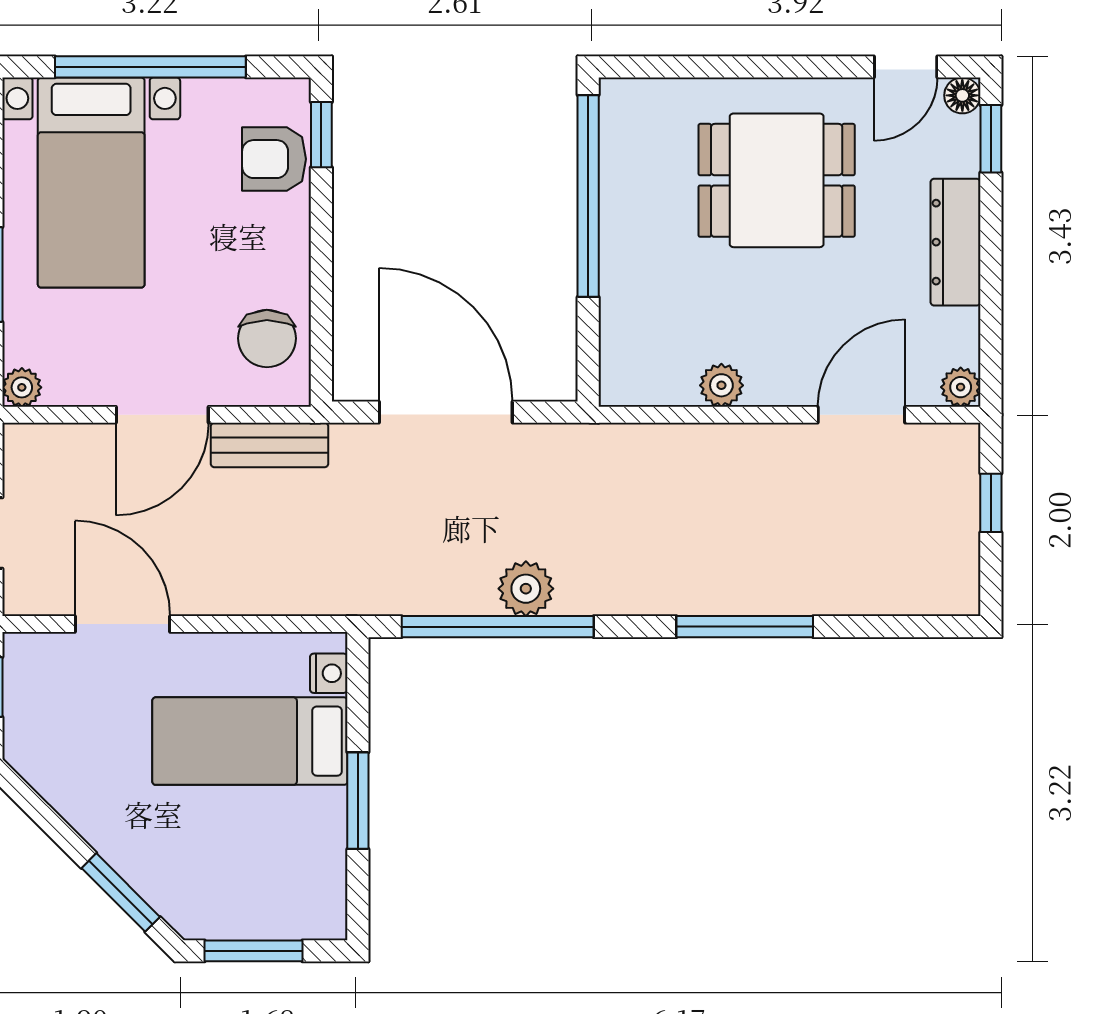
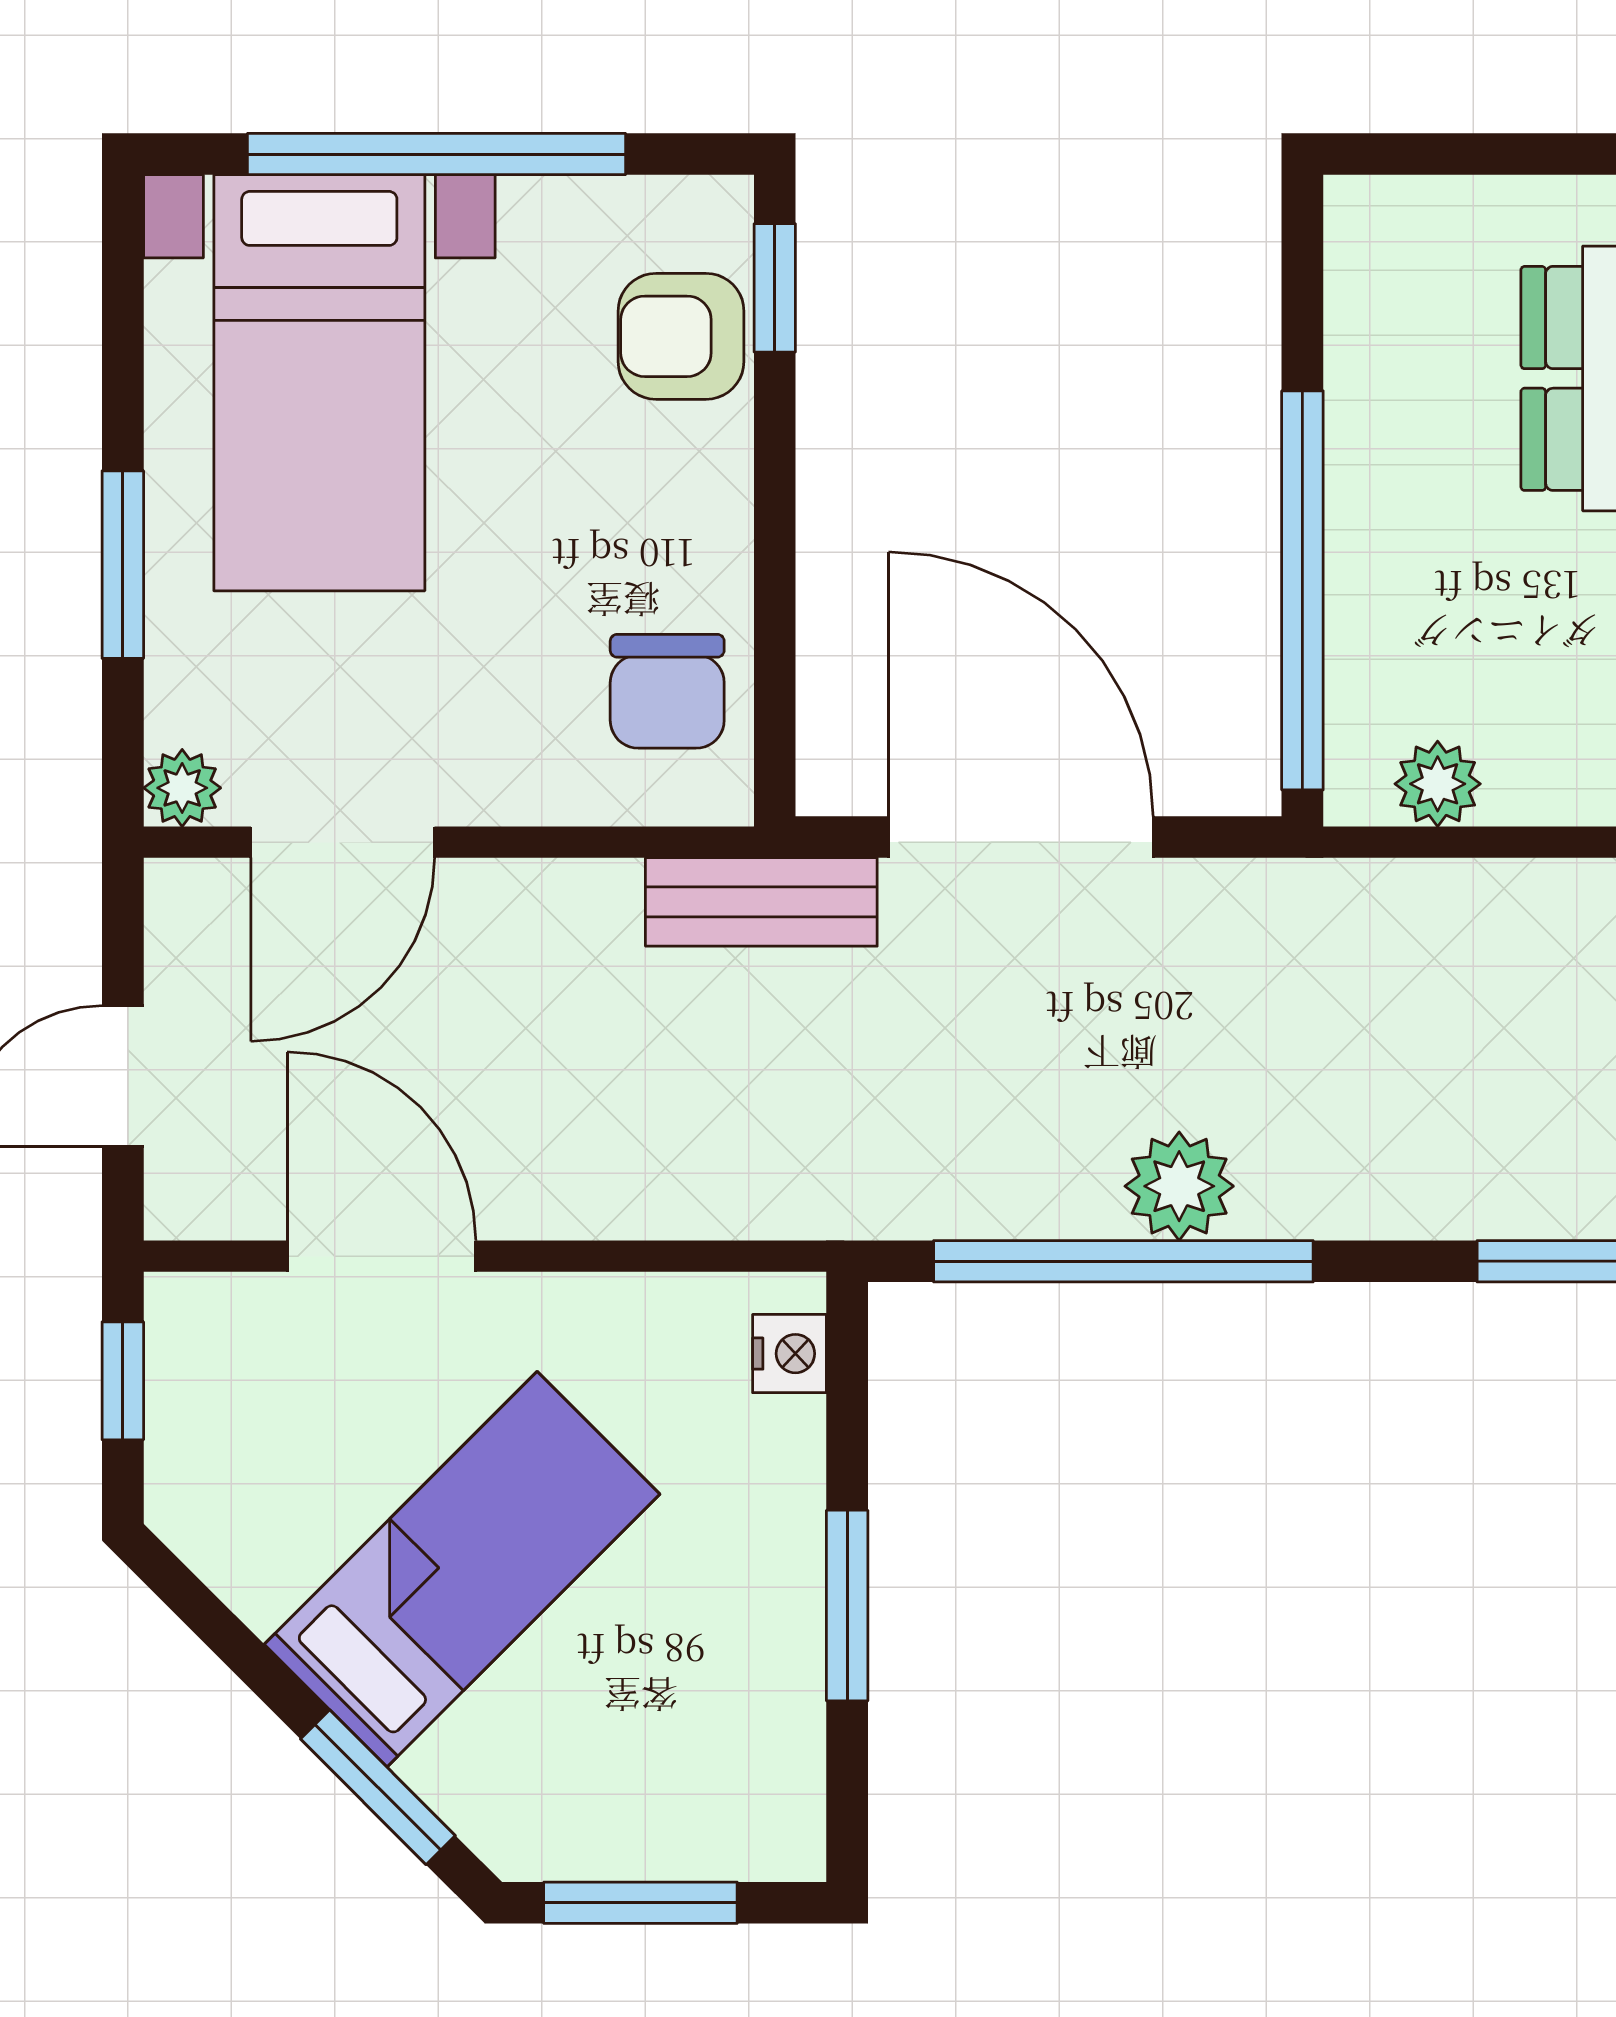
window: (588, 196) -> (1302, 590), moved
plant: (721, 385) -> (1438, 784), moved
door: (162, 415) -> (343, 842), moved
bench: (269, 445) -> (761, 902), moved
bed: (250, 741) -> (462, 1569), moved, turned 135

